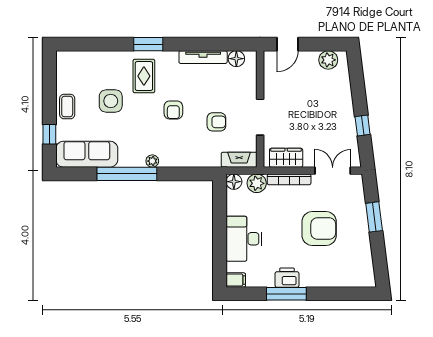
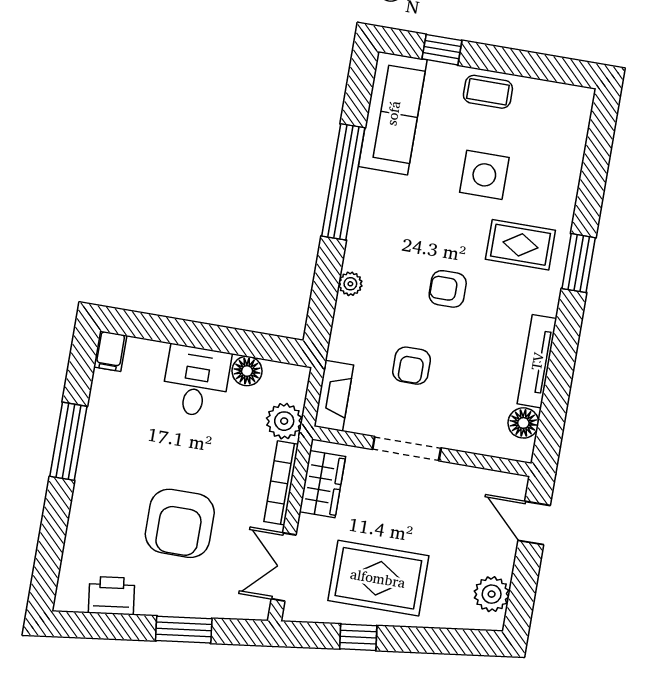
rug: (330, 120) -> (378, 578), added
plant: (152, 161) -> (350, 284), moved
double door: (333, 171) -> (284, 567), swing flipped
floor lamp: (234, 182) -> (247, 371), moved
desk: (244, 239) -> (196, 381), width x0.73
printer: (287, 278) -> (112, 596), moved, turned -97

